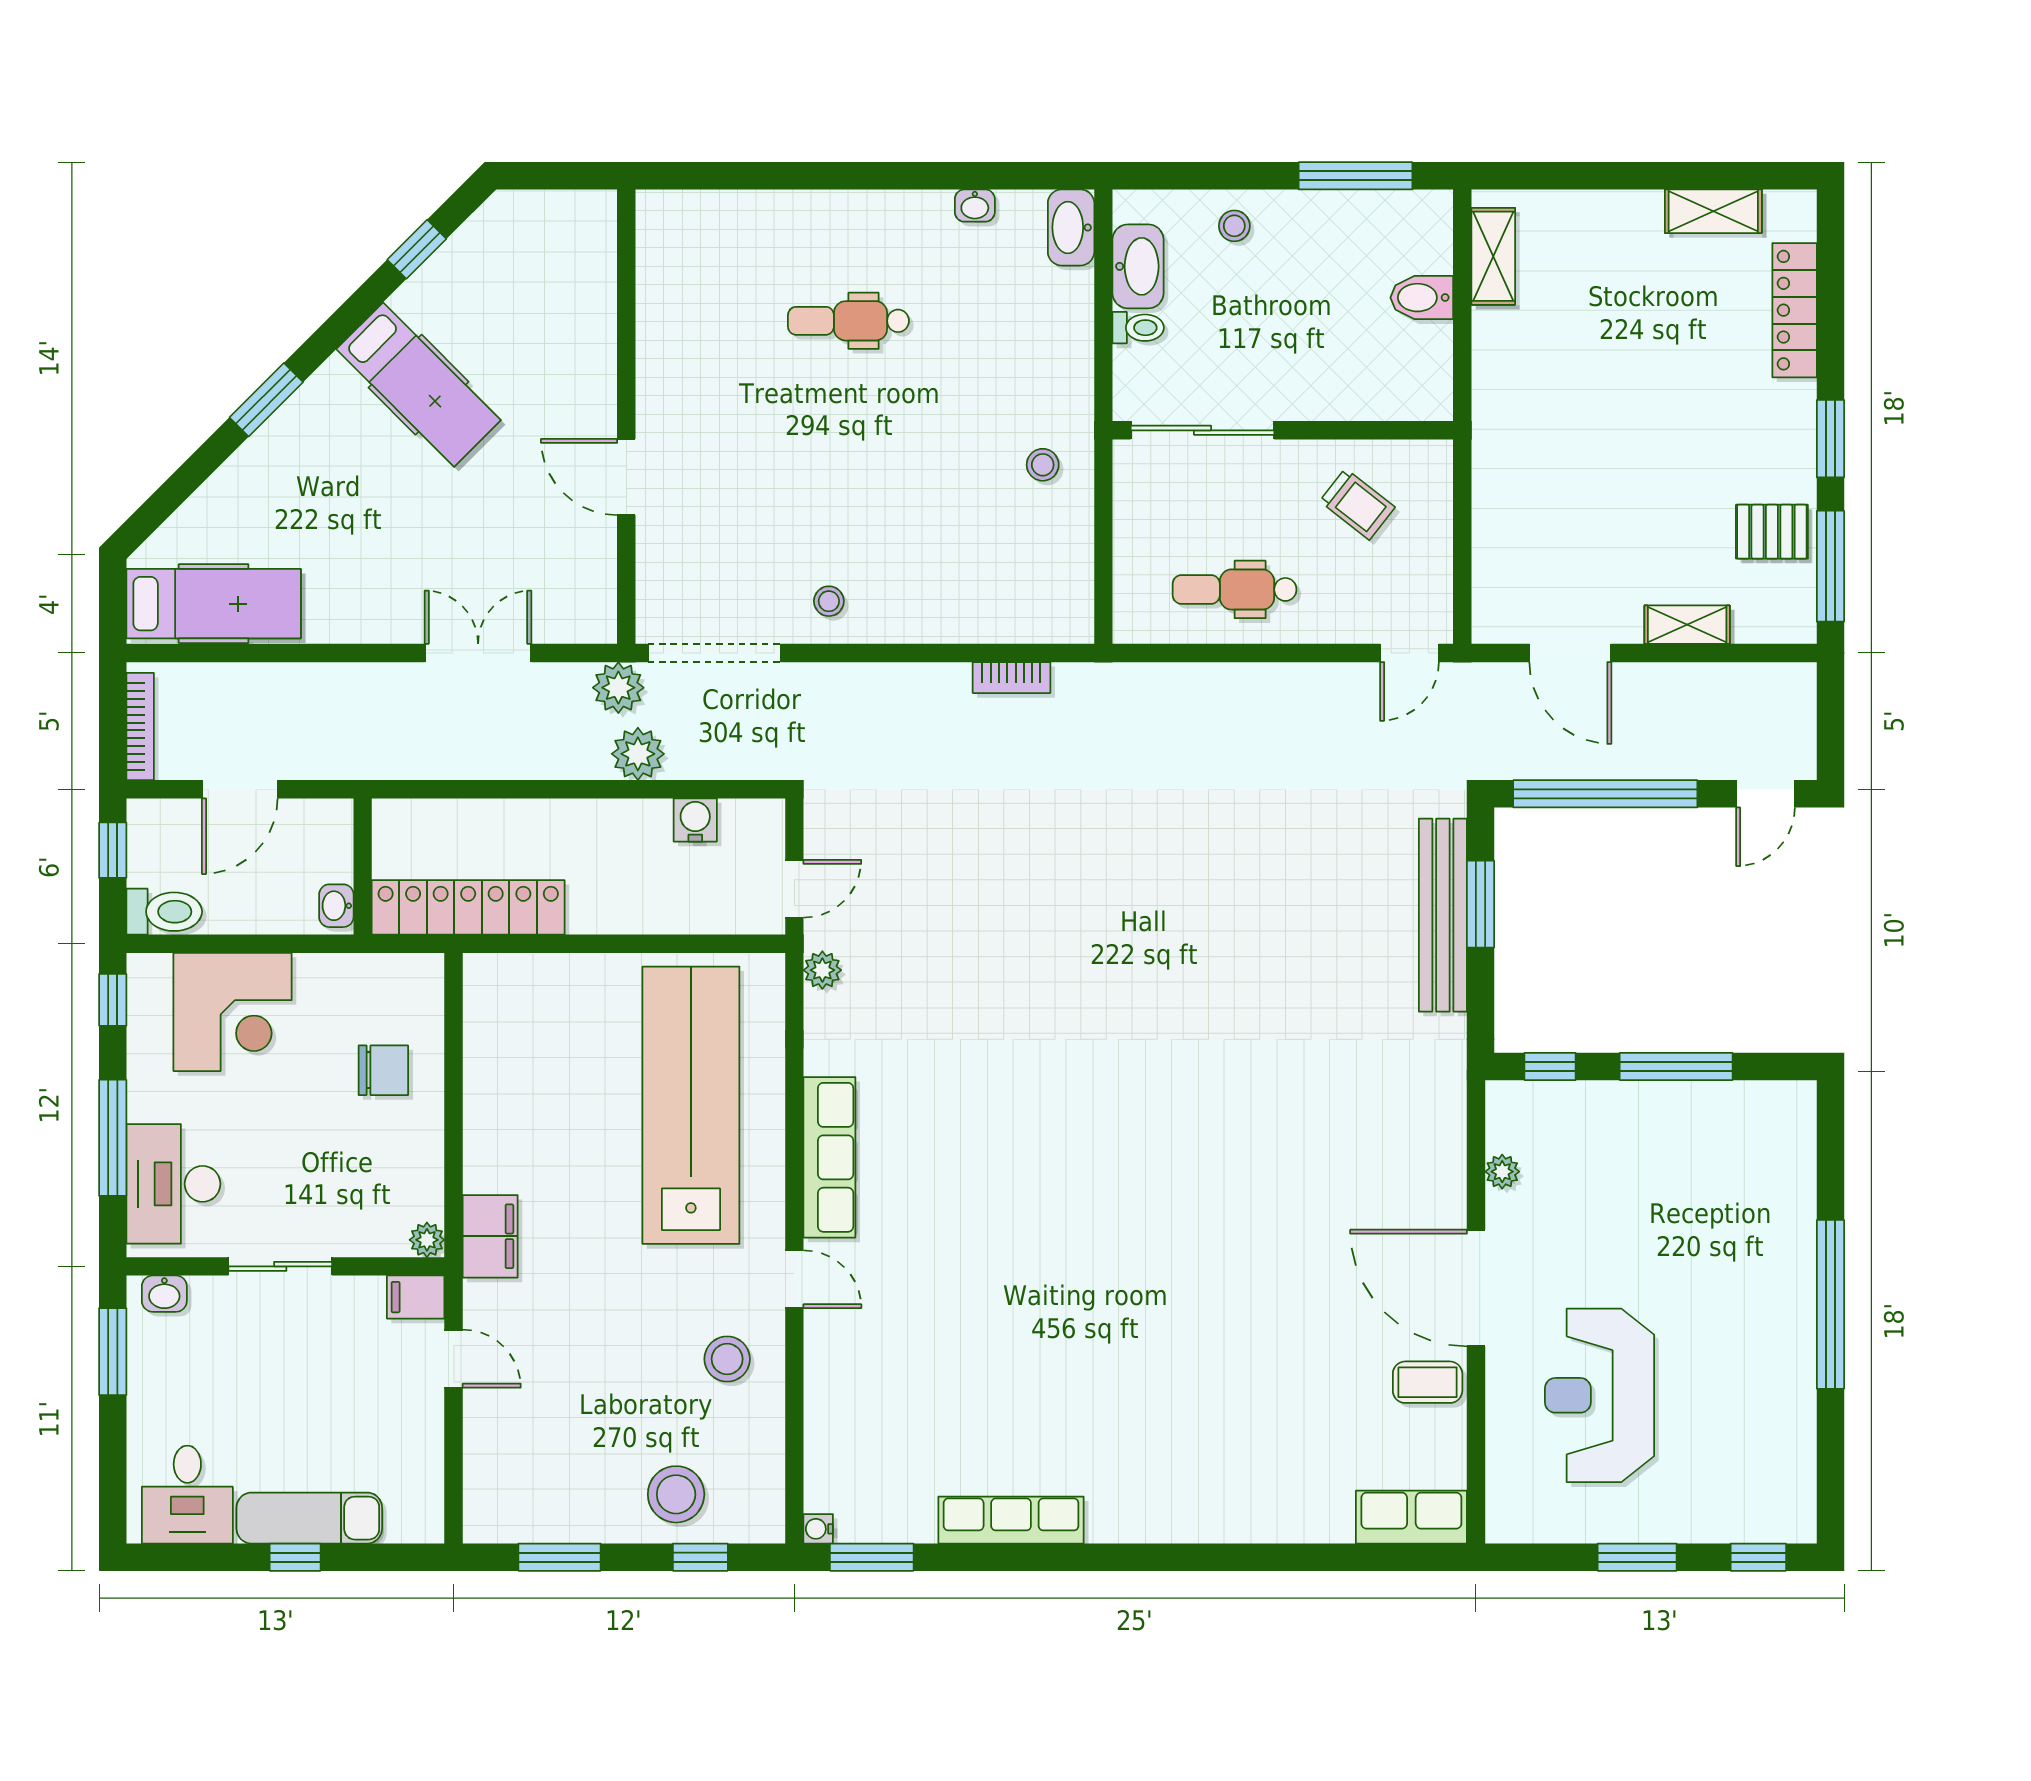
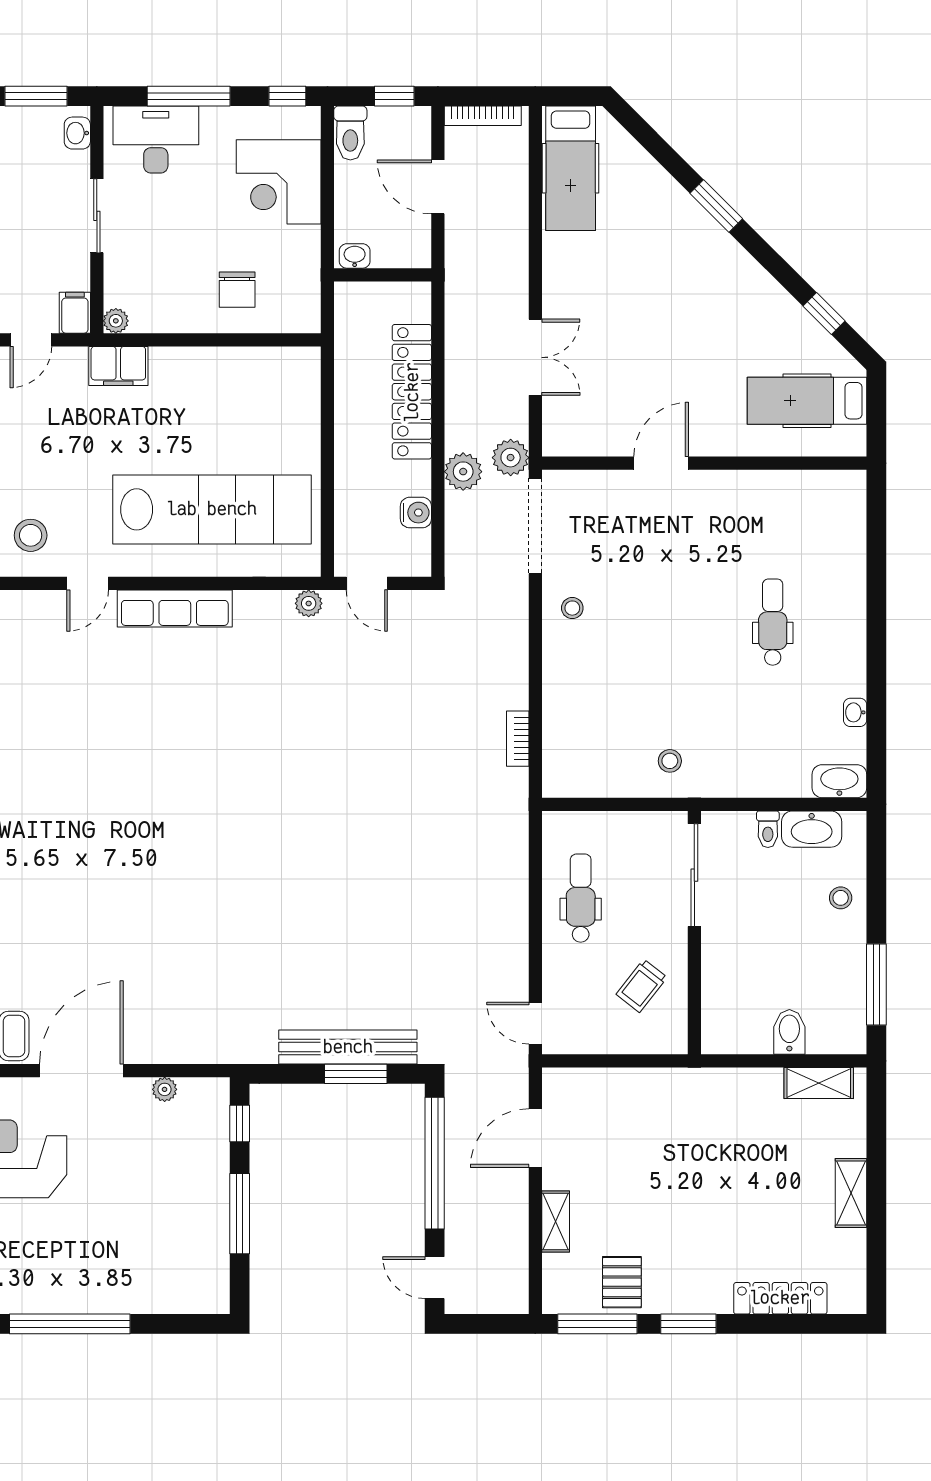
shelving: (1713, 211) -> (851, 1193), moved
hospital bed: (419, 385) -> (807, 401), moved, turned 45
locker: (468, 907) -> (412, 392), moved, turned 180

